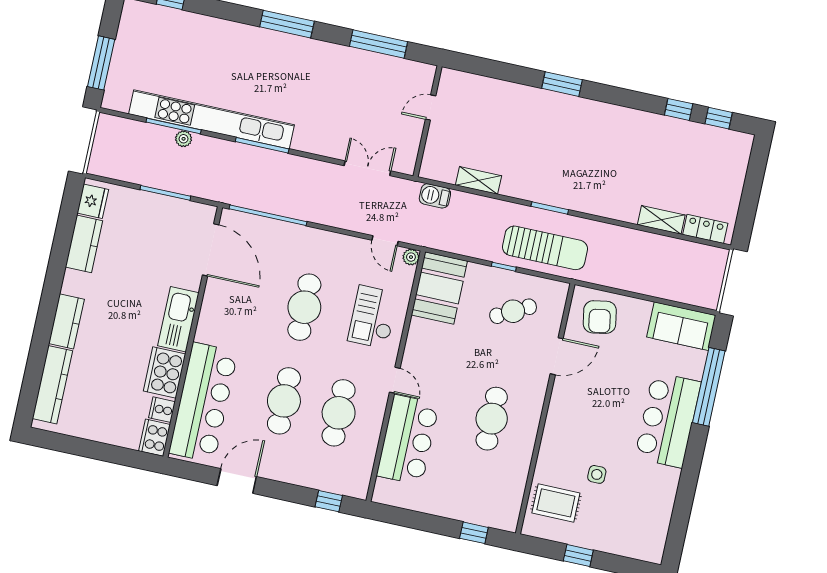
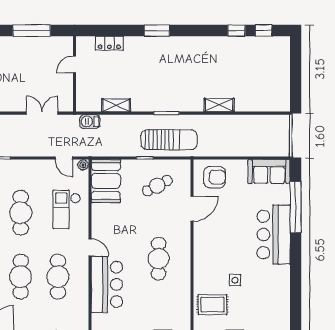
shelving: (661, 220) -> (219, 105), moved
locker: (705, 229) -> (109, 43), moved, turned 180
armchair: (600, 317) -> (215, 177), turned -80

